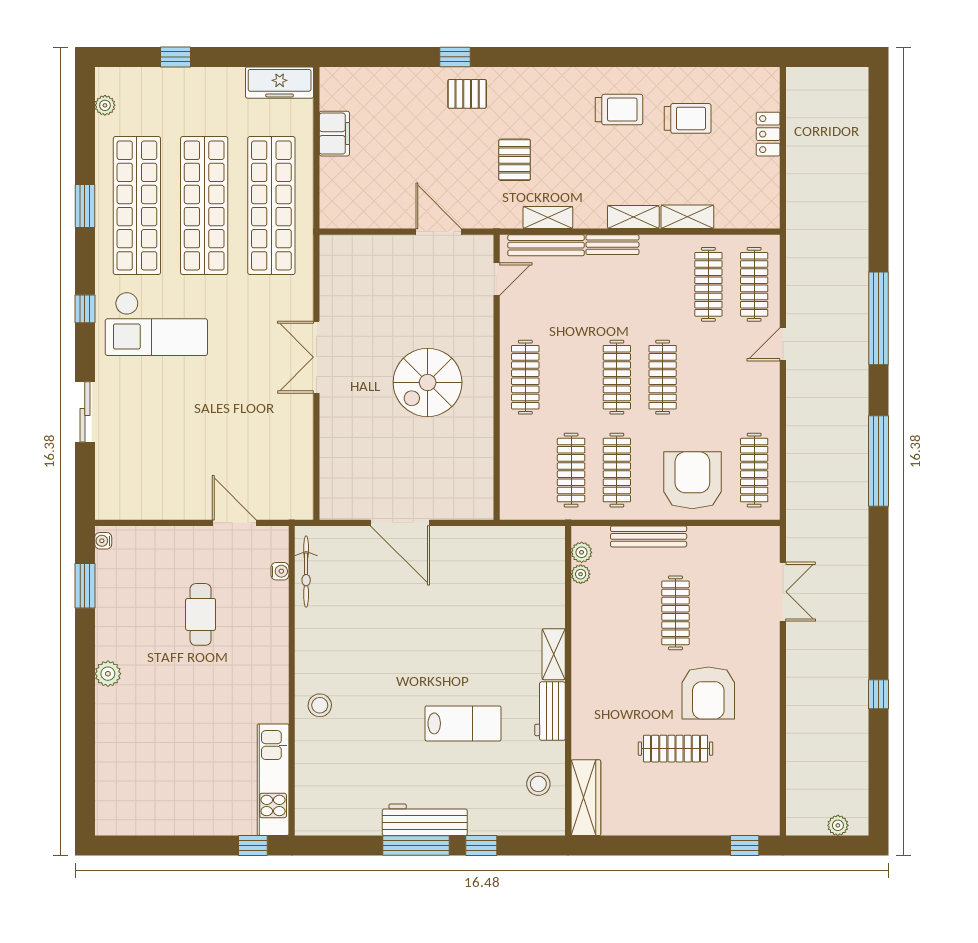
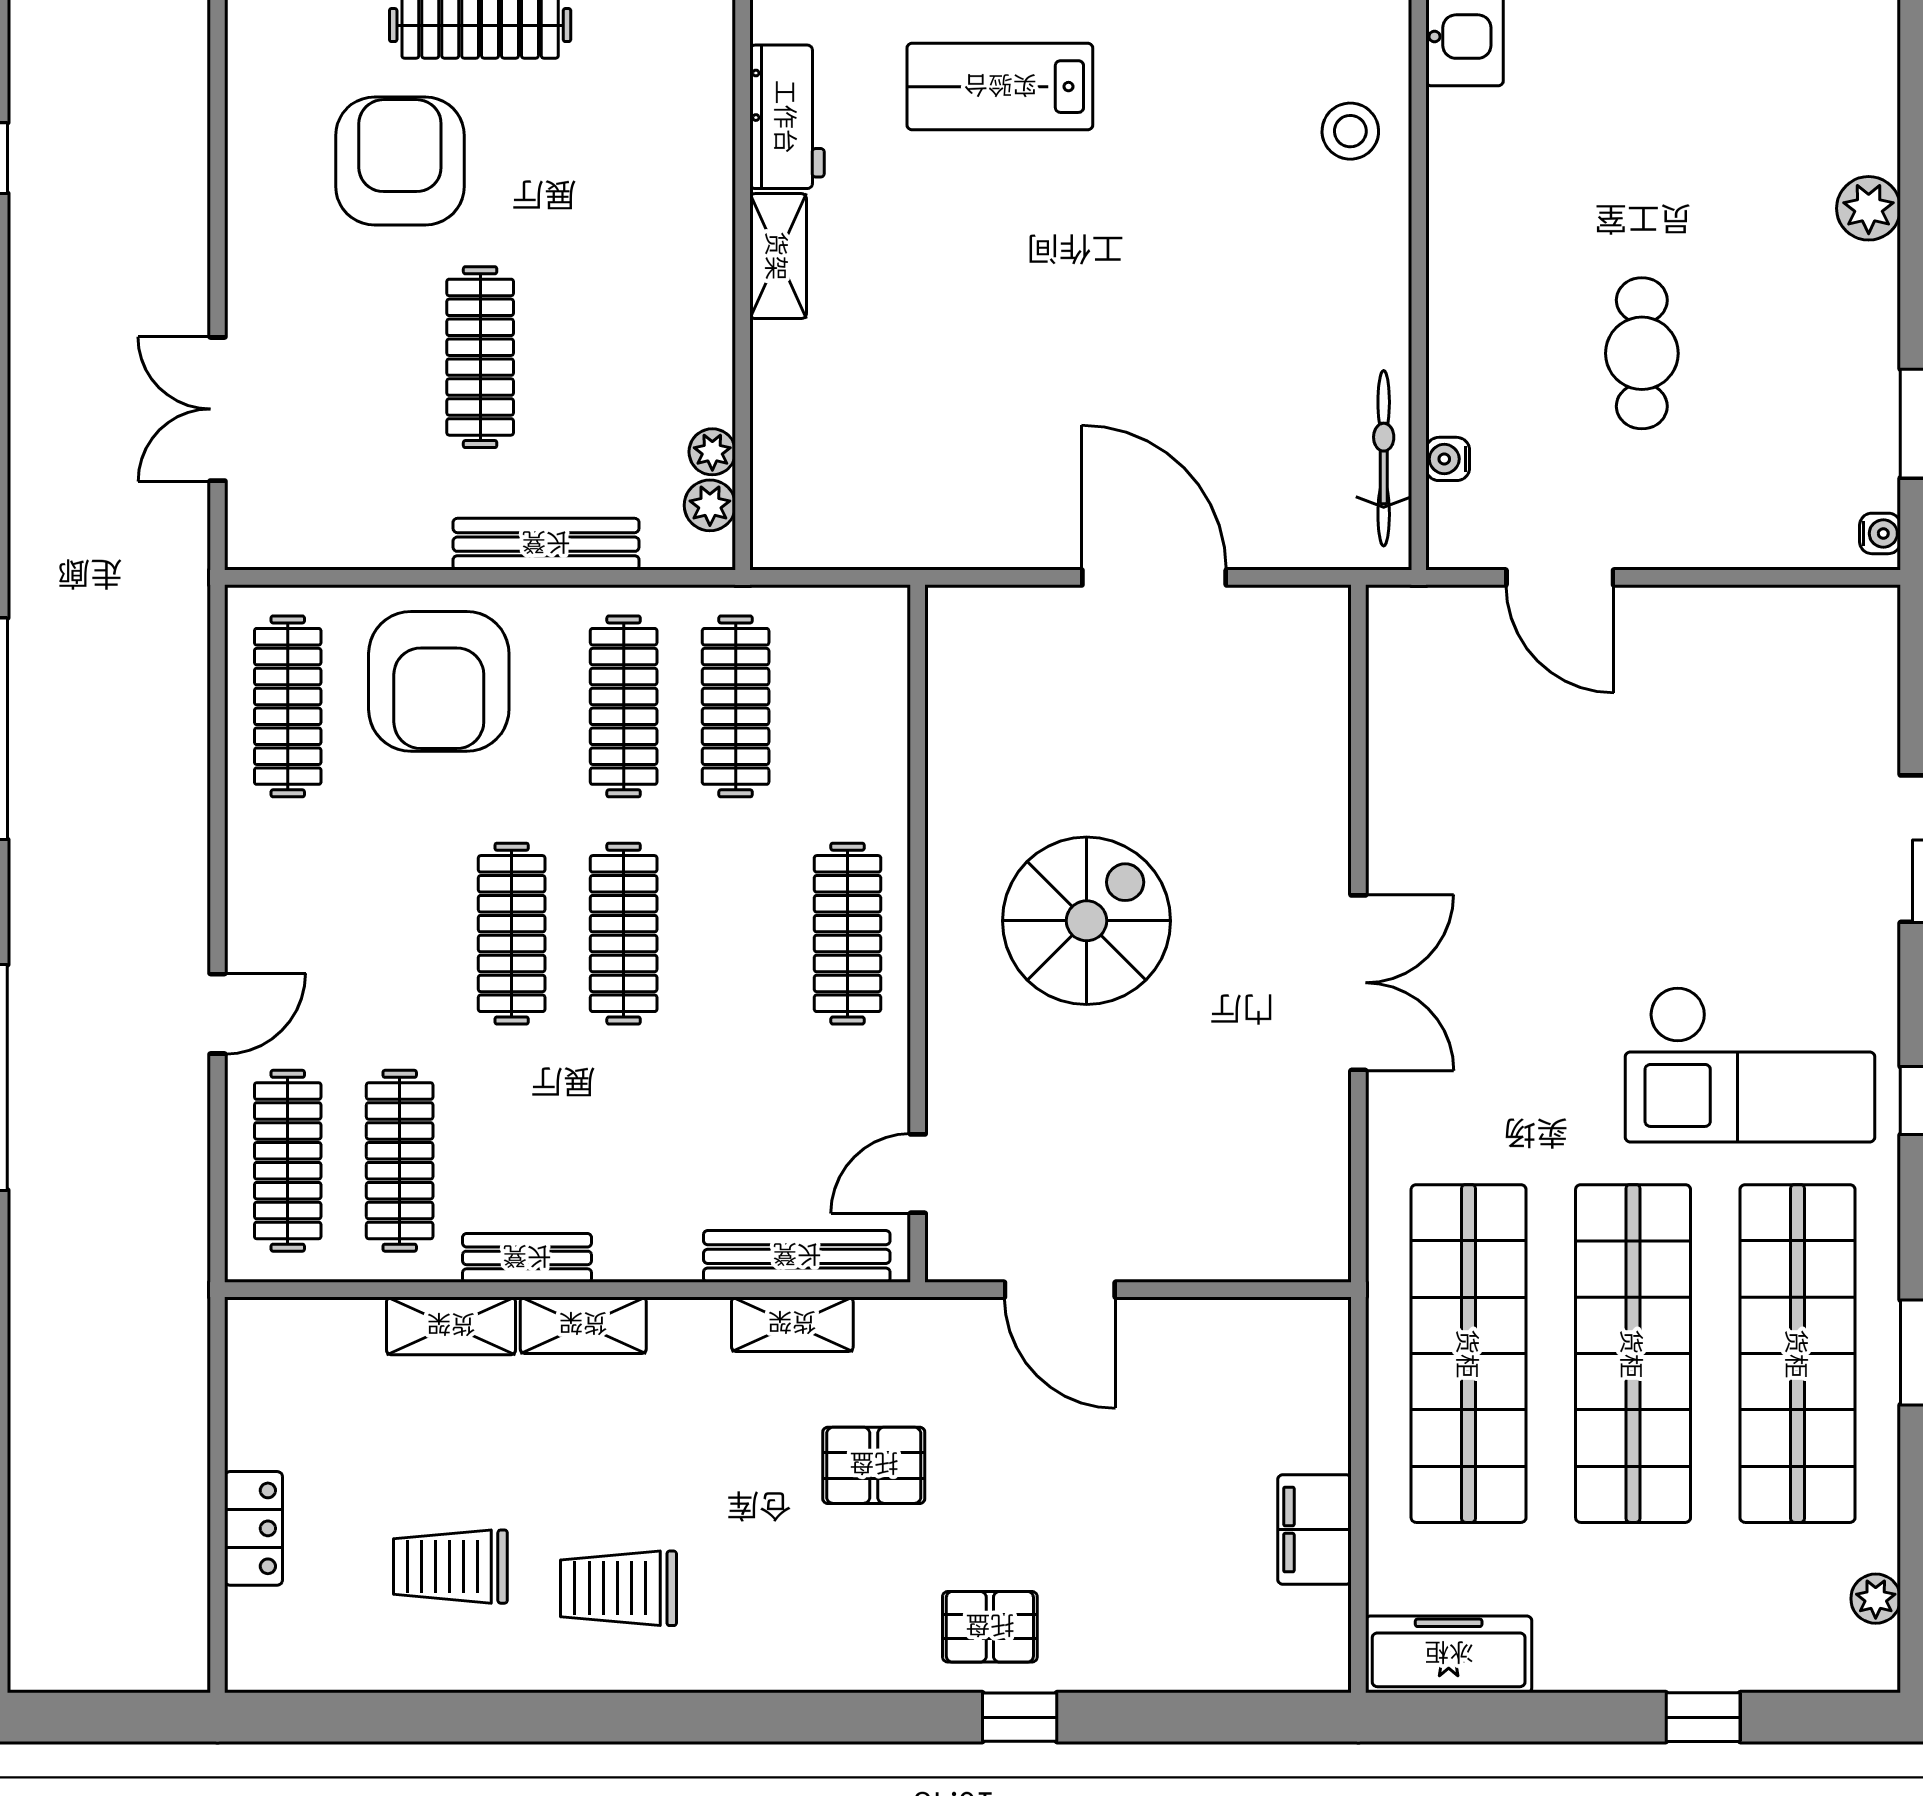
pallet: (515, 160) -> (874, 1465), turned 90
bench: (612, 245) -> (527, 1258), moved
checkout: (156, 324) -> (1750, 1064), turned 180

